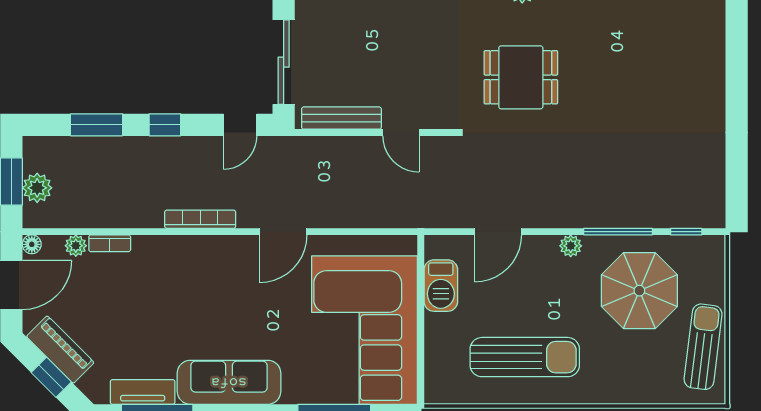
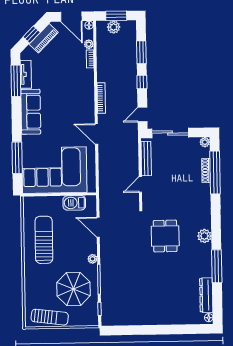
door: (240, 125) -> (142, 115), hinge flipped
sun lounger: (525, 357) -> (44, 240), turned 180

